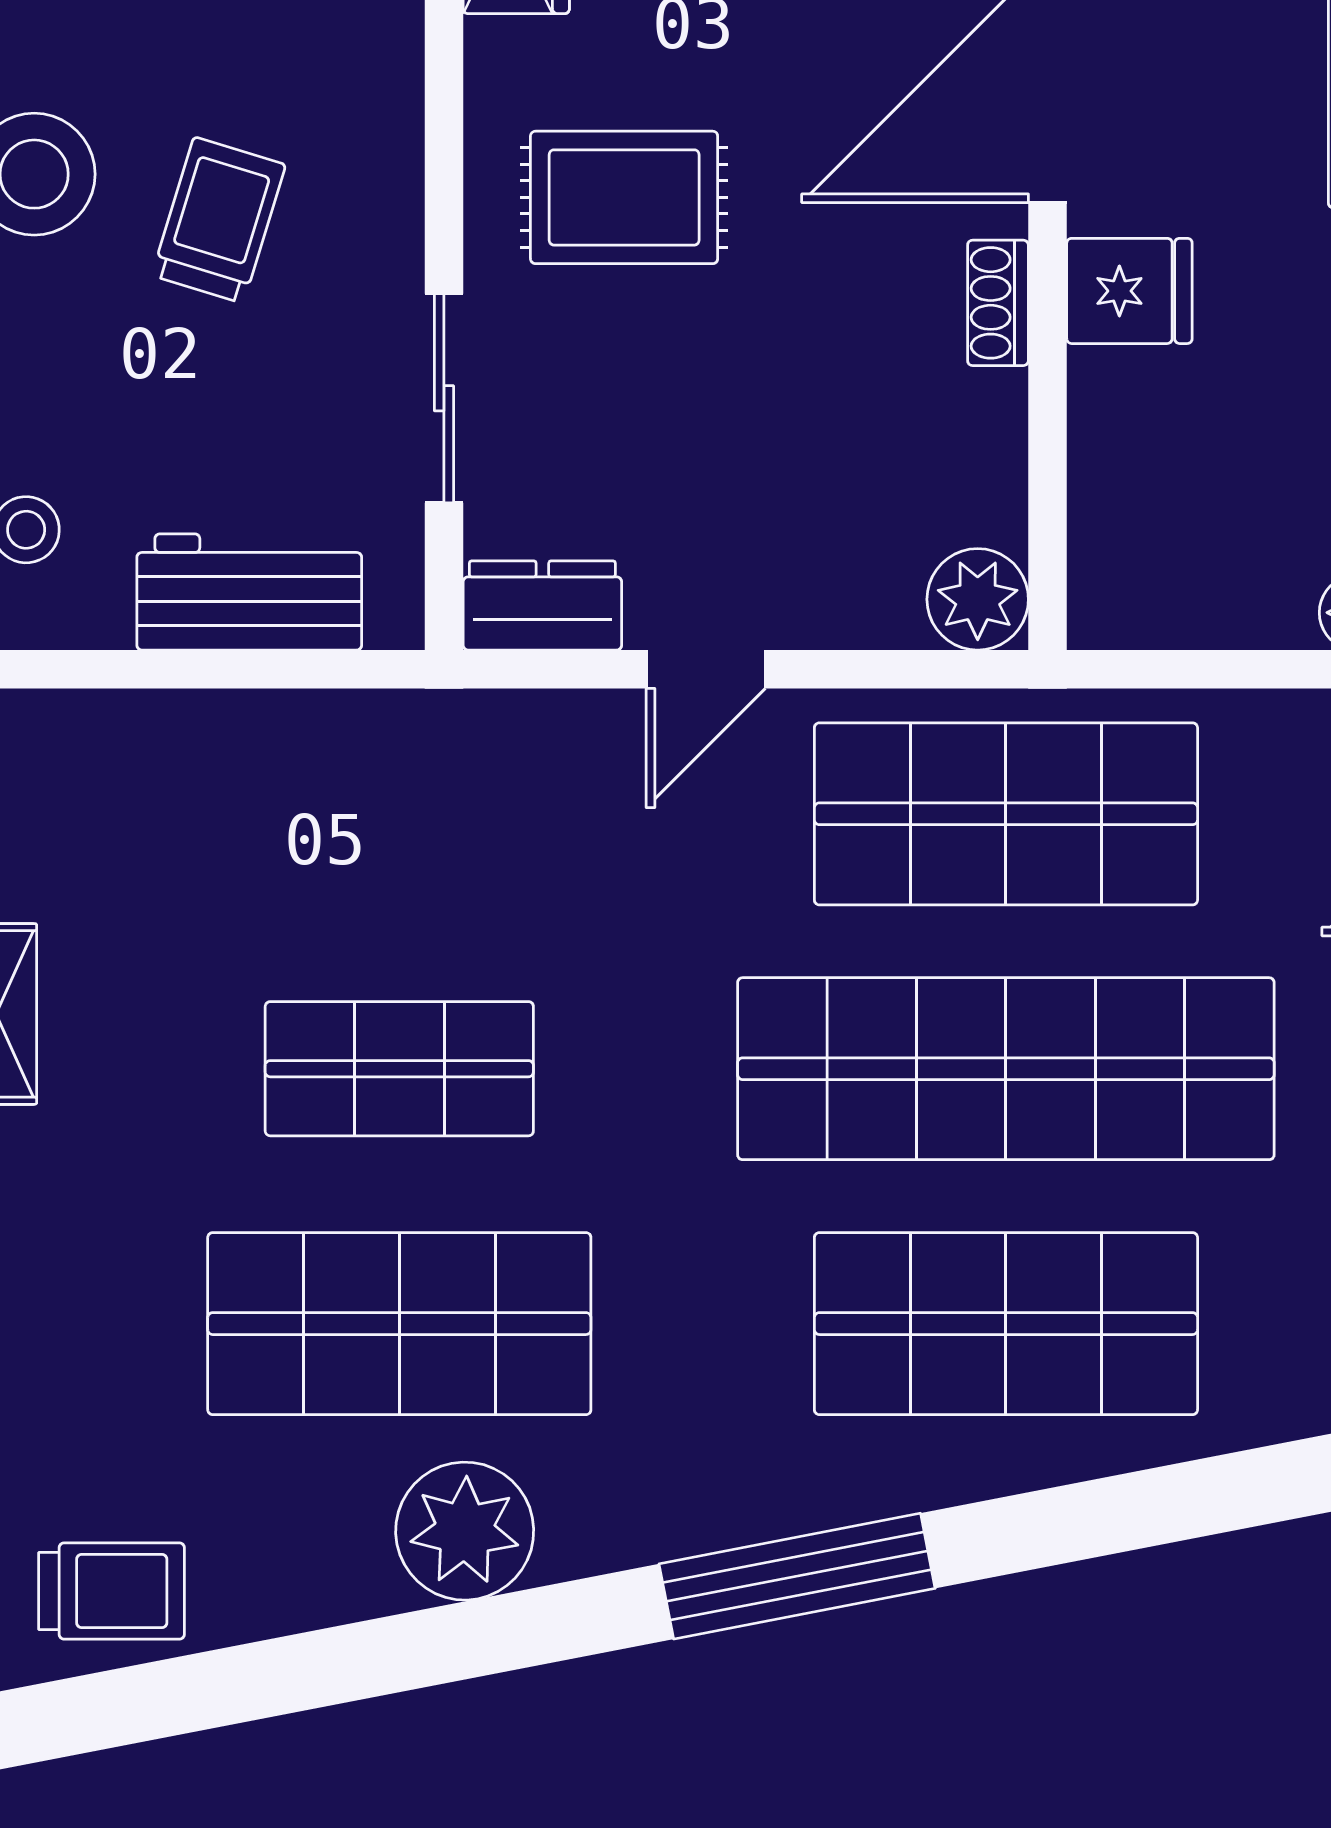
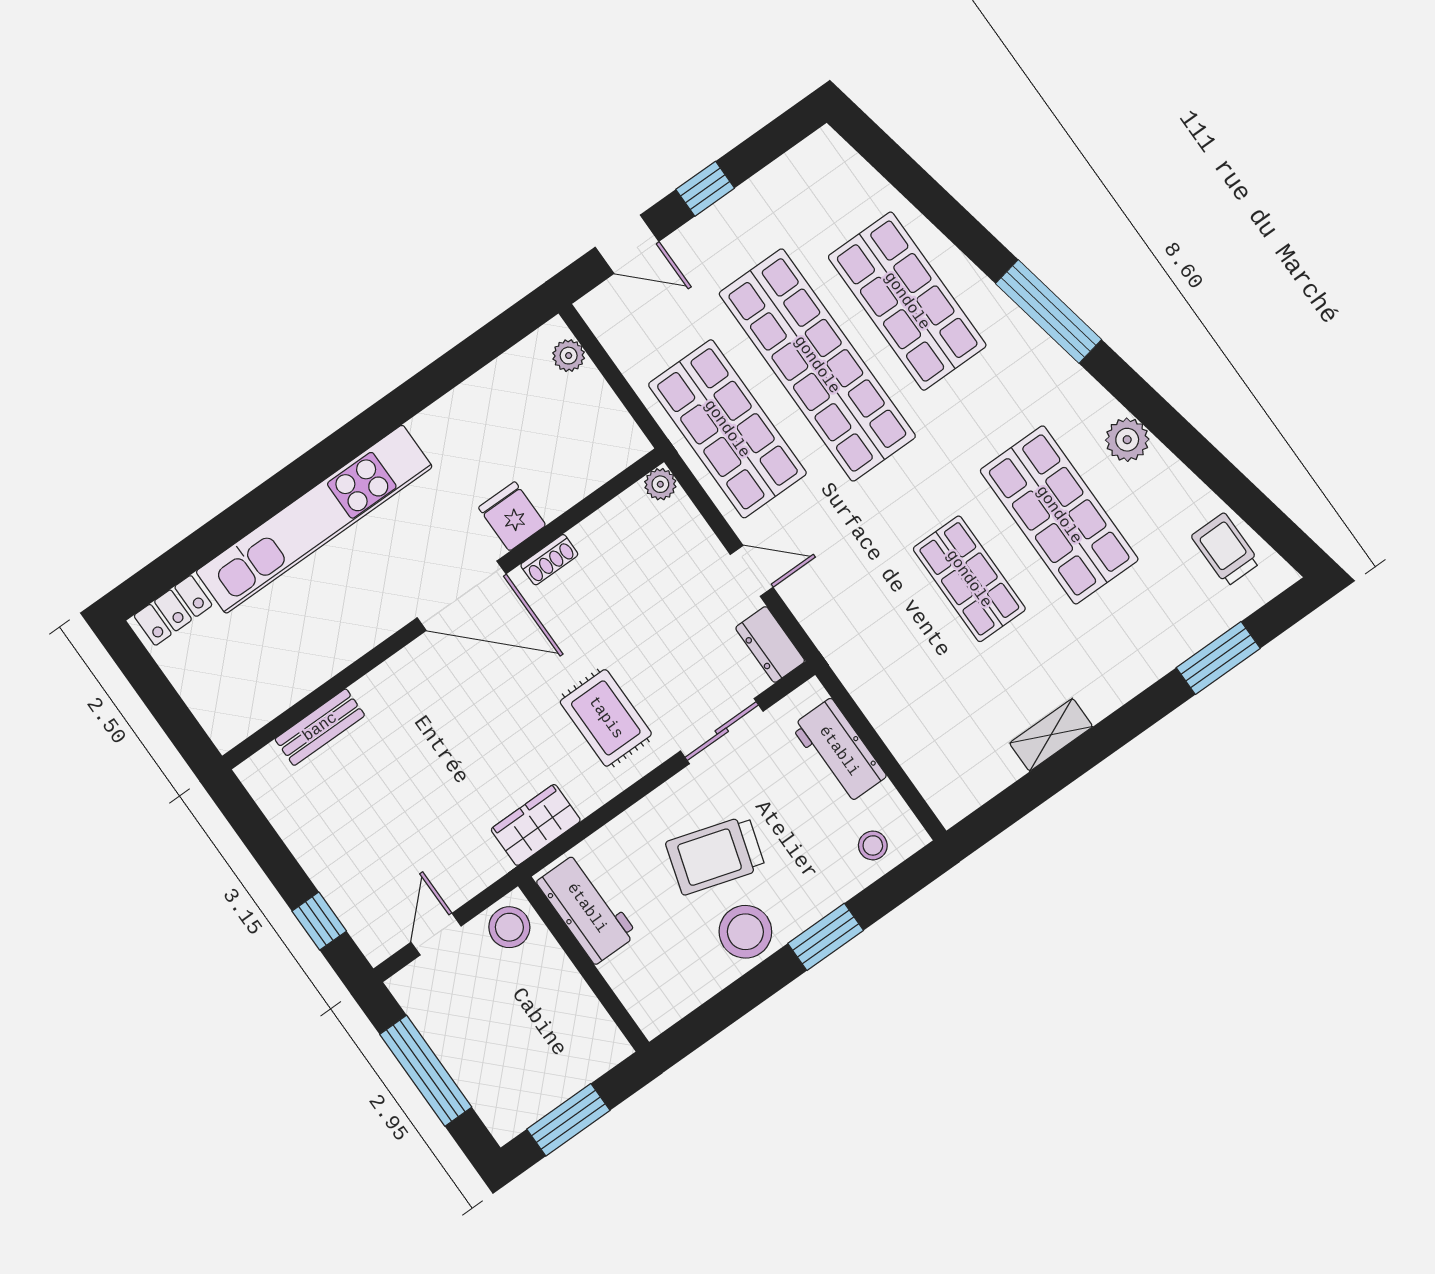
trolley: (219, 220) -> (715, 855), width x1.36, depth x1.39
plant: (978, 599) -> (660, 484), width x0.73, depth x0.73
plant: (465, 1531) -> (1127, 440), width x0.73, depth x0.73

